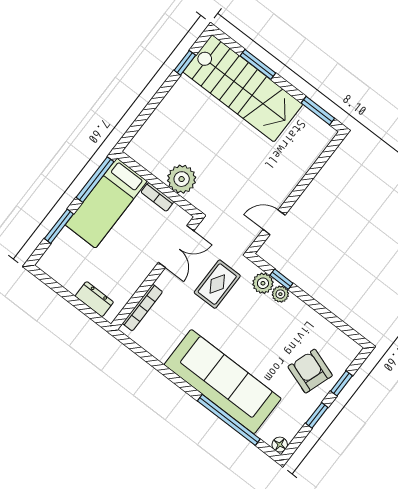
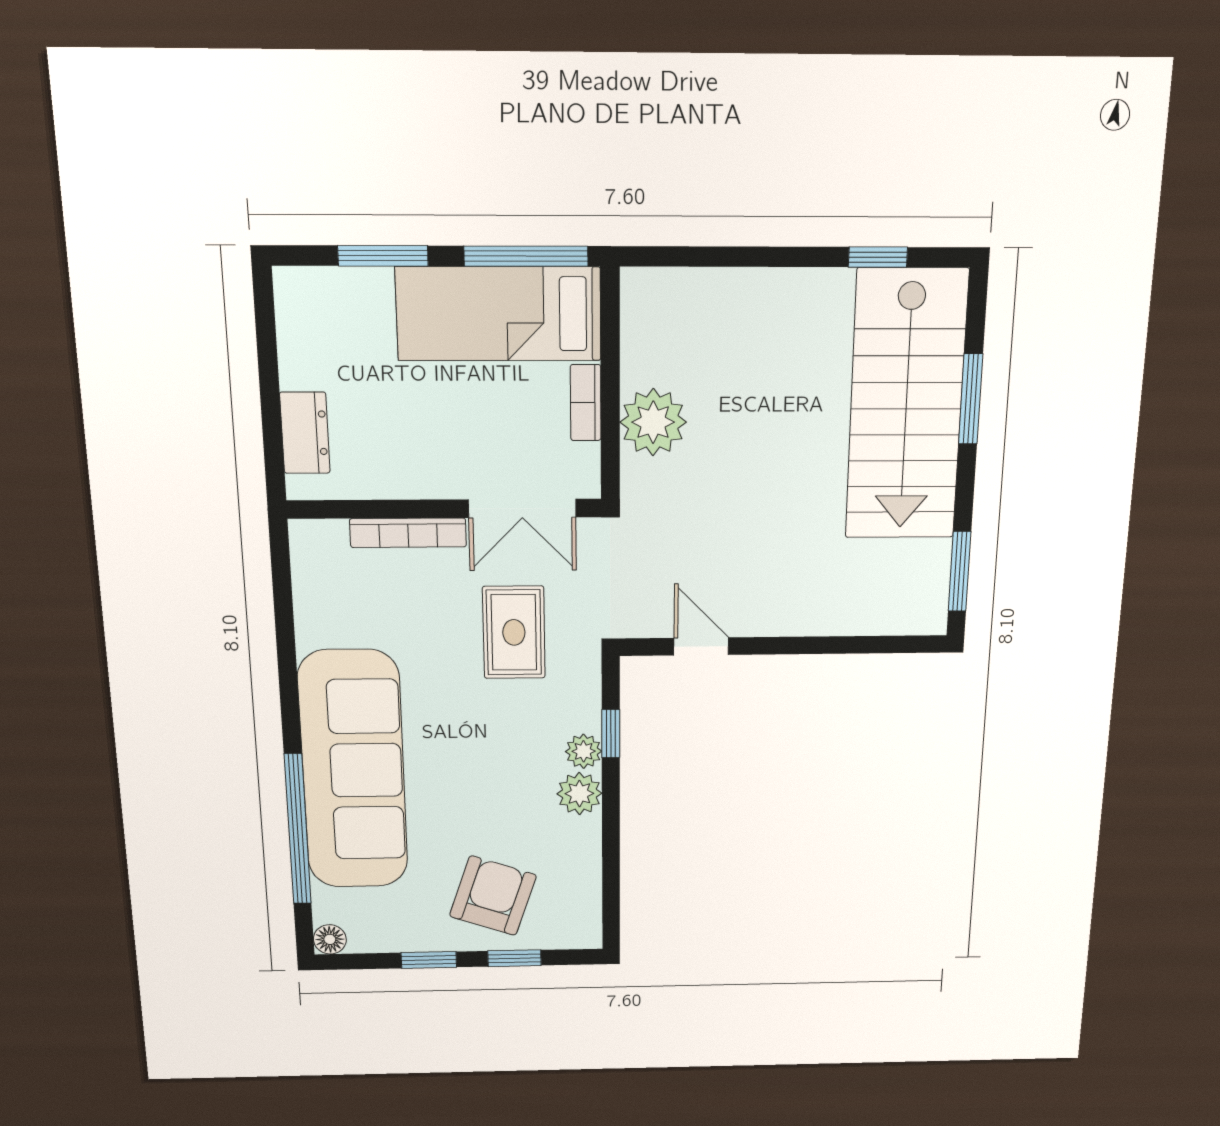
plant: (263, 283) -> (579, 794), moved
rug: (217, 284) -> (514, 632), turned 90
bookcase: (142, 308) -> (408, 533), moved

